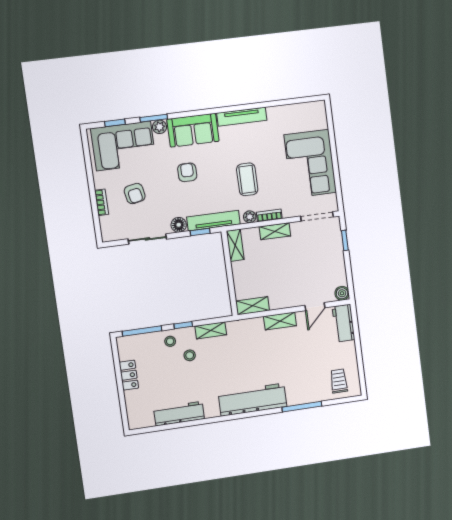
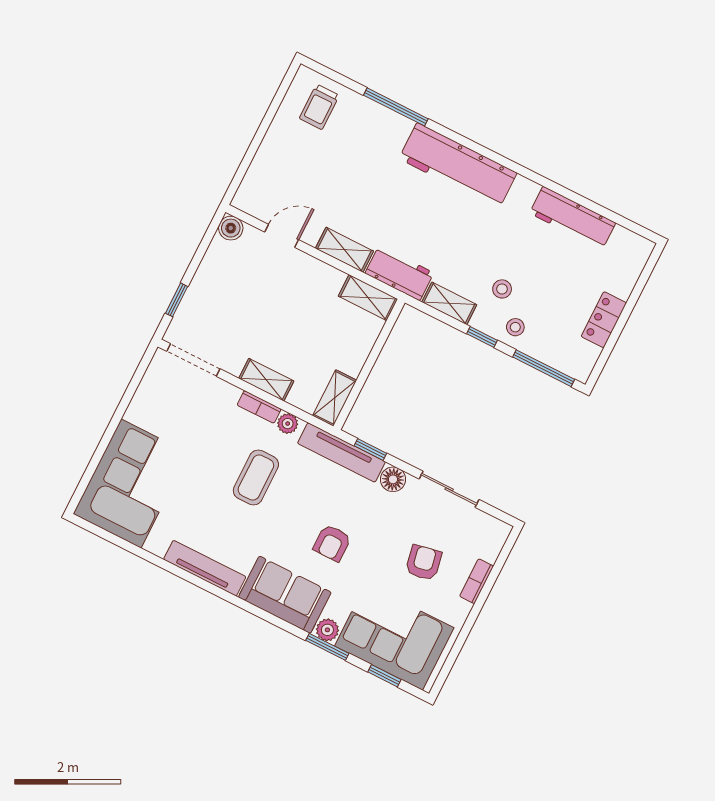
corner sofa: (310, 164) -> (131, 483), moved
workbench: (343, 323) -> (399, 273), moved, turned -90

